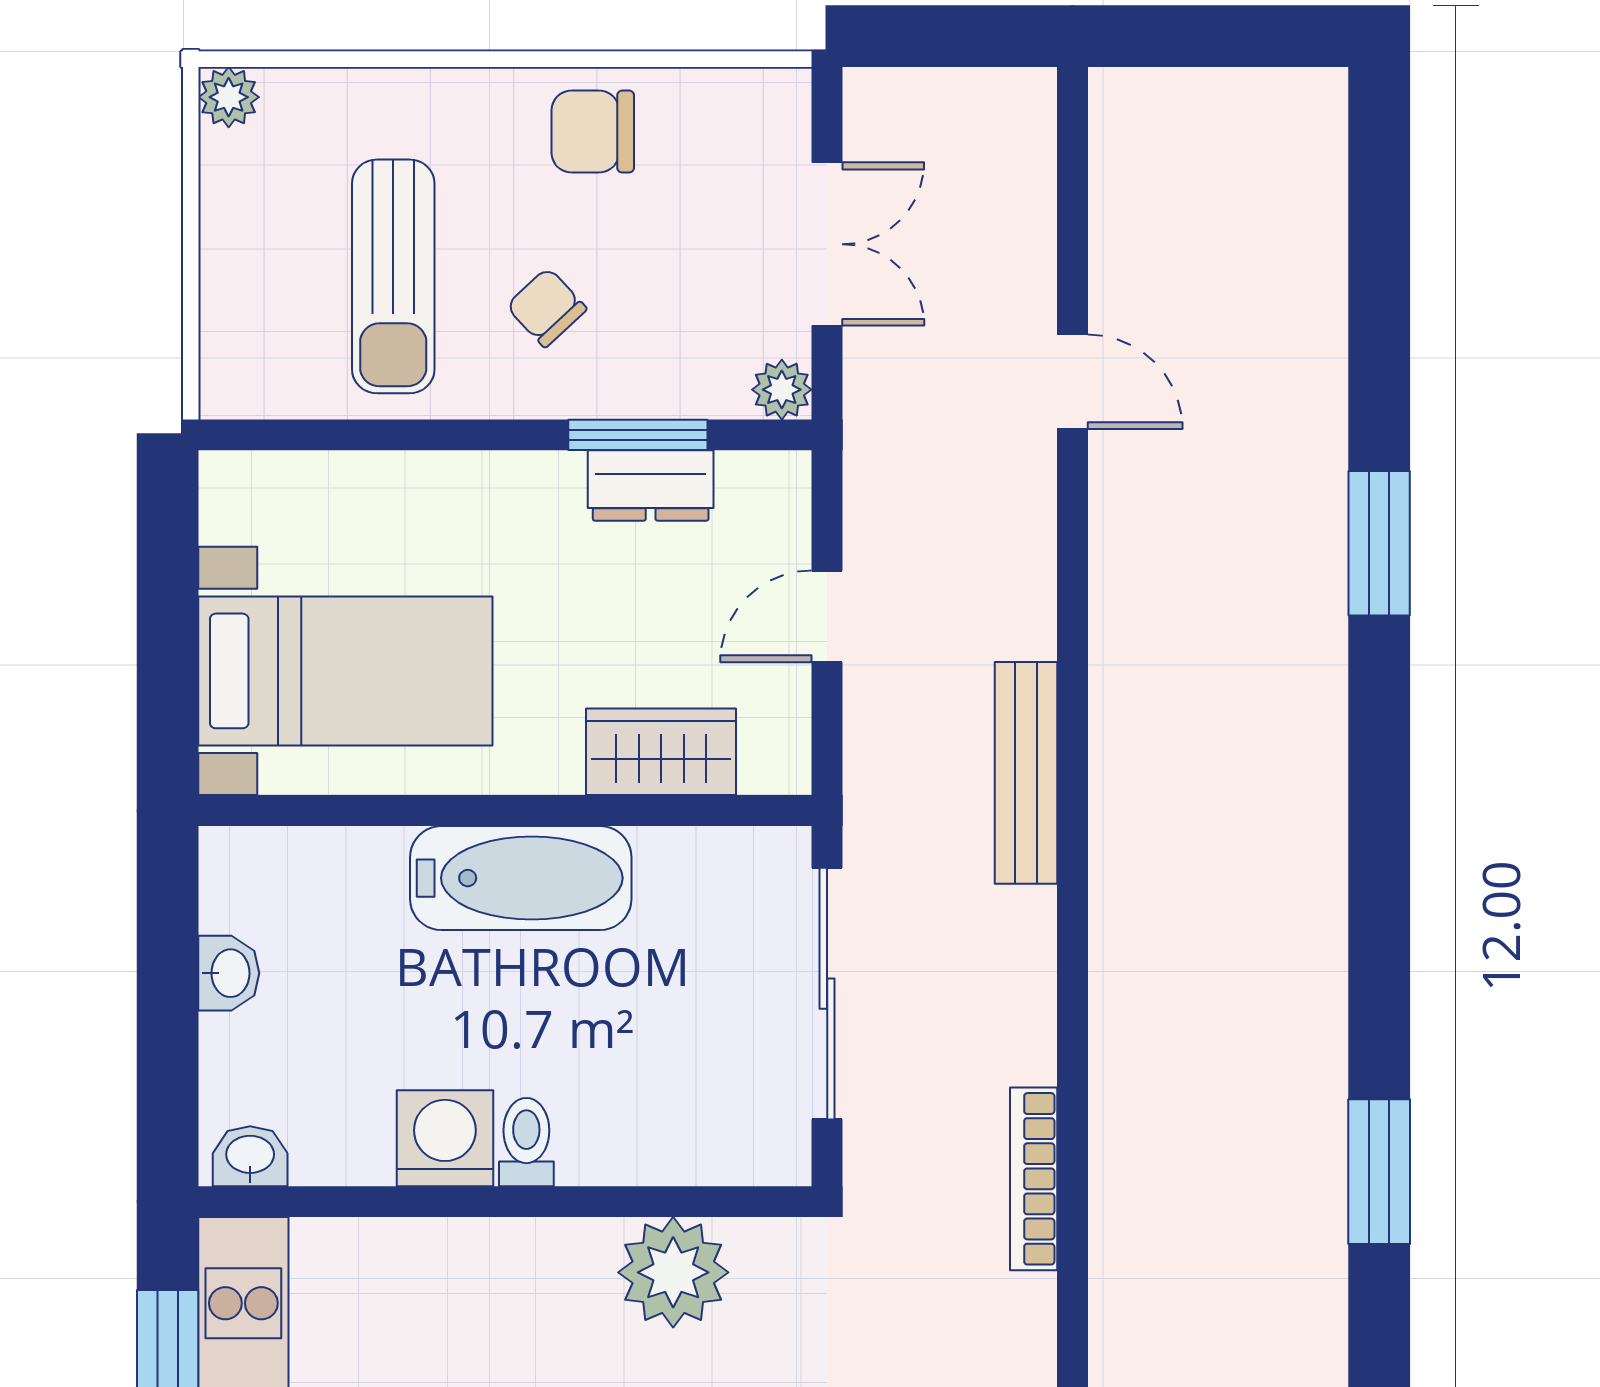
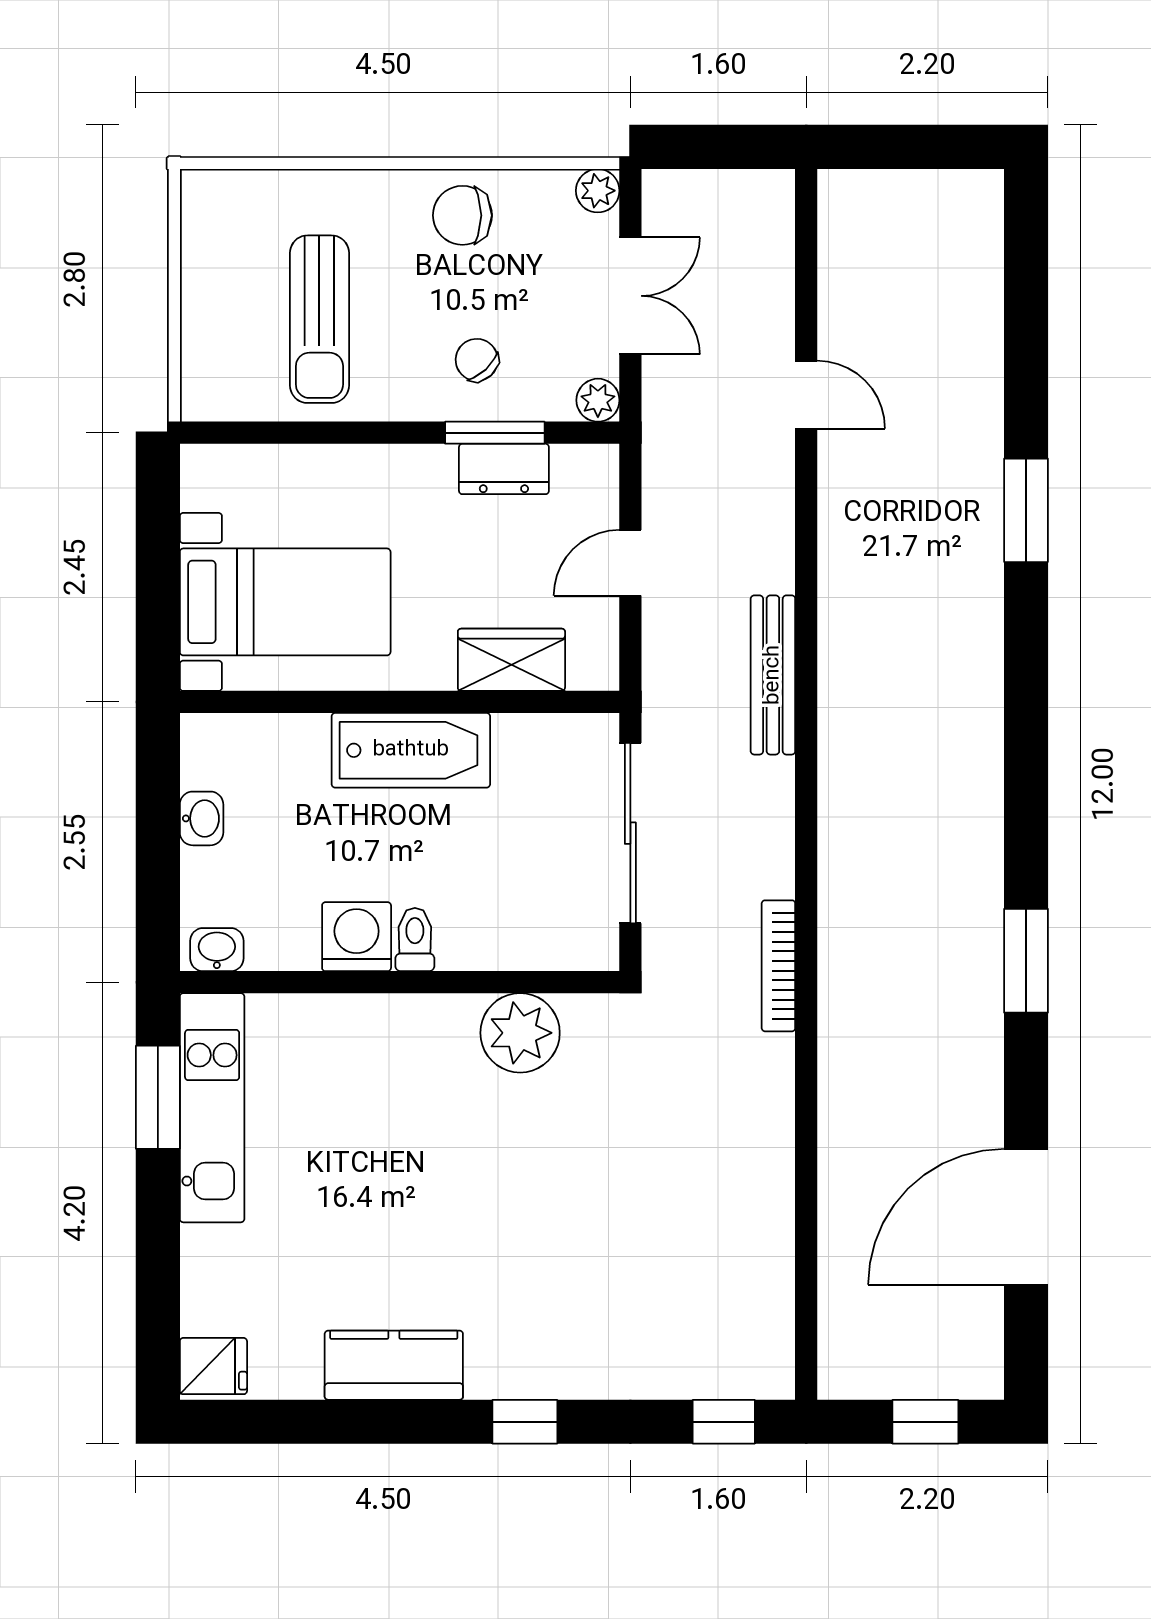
plant: (229, 97) -> (598, 191), moved
chair: (546, 307) -> (477, 360), moved

